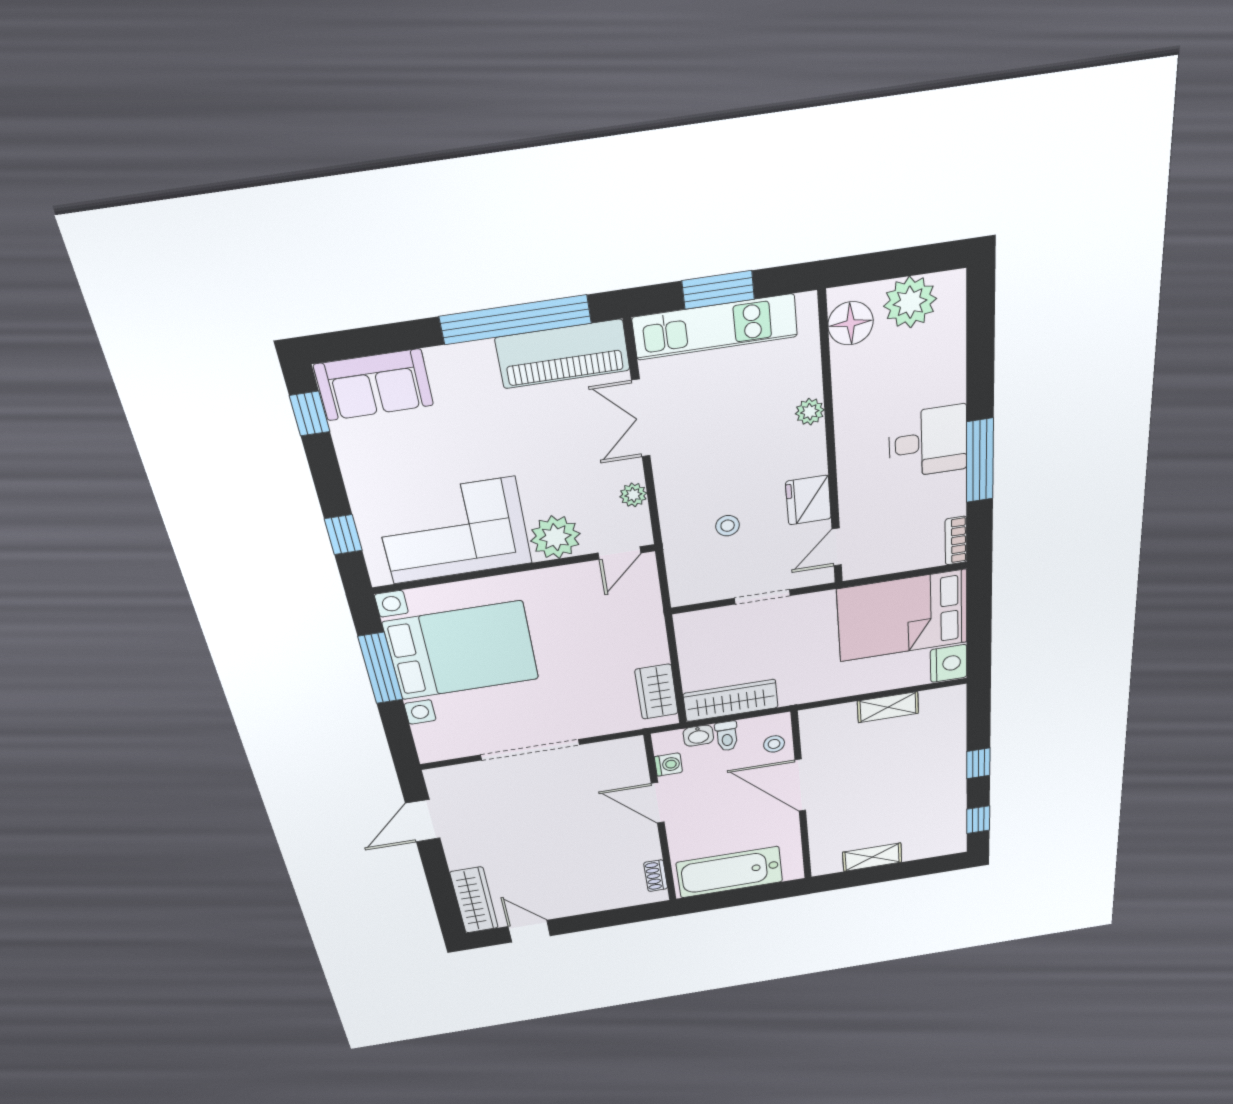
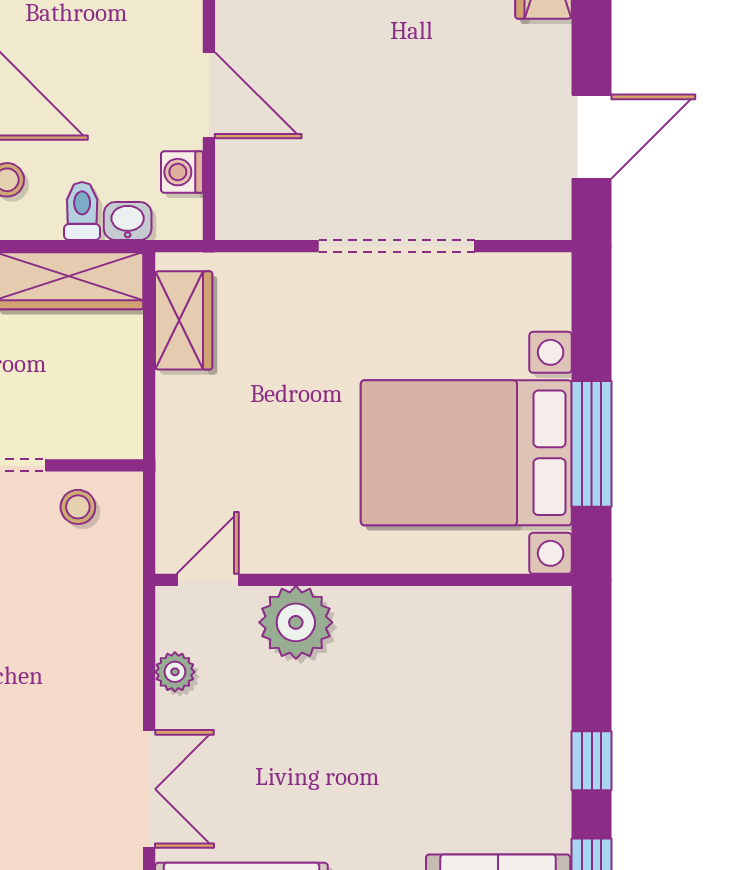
stool: (728, 526) -> (78, 507), moved
corner sofa: (453, 531) -> (438, 658), removed
window: (343, 535) -> (592, 761), moved

